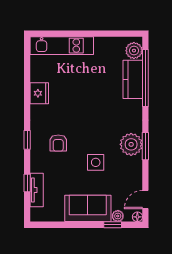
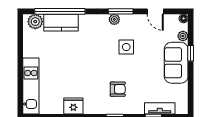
plant: (131, 144) -> (114, 19), width x0.53, depth x0.53
side table: (96, 162) -> (126, 47), moved
door: (145, 200) -> (155, 11), moved
window: (113, 225) -> (191, 53), moved

